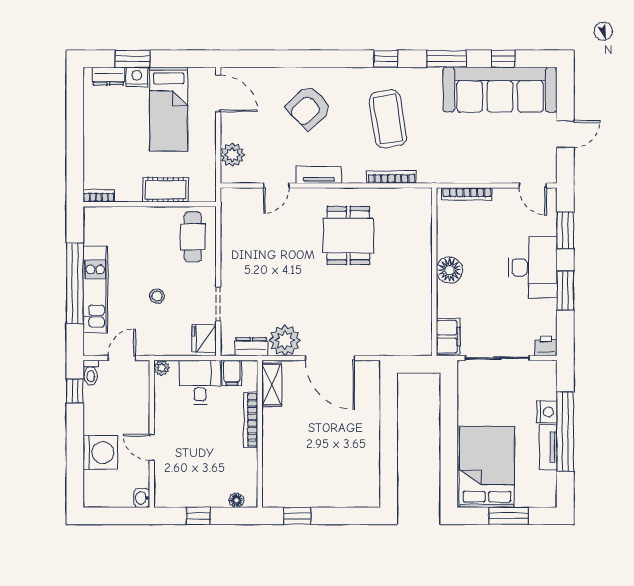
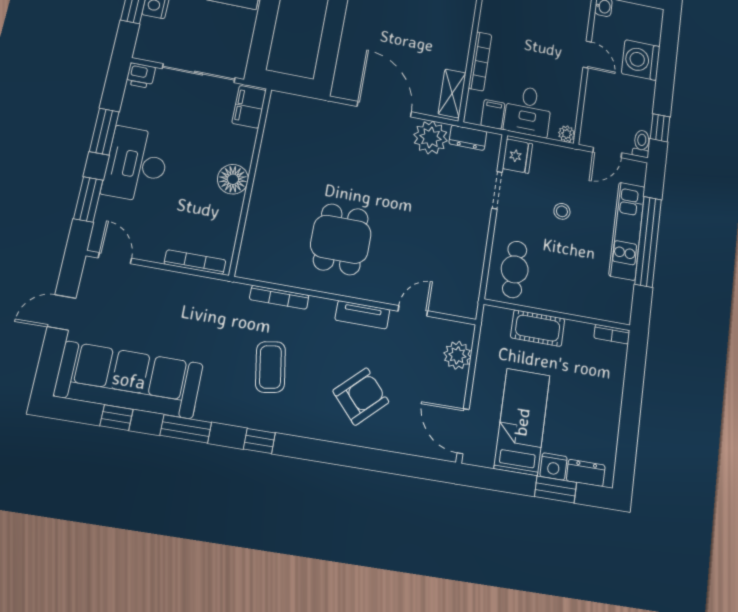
coffee table: (388, 119) -> (270, 367), width x0.73, depth x0.76

